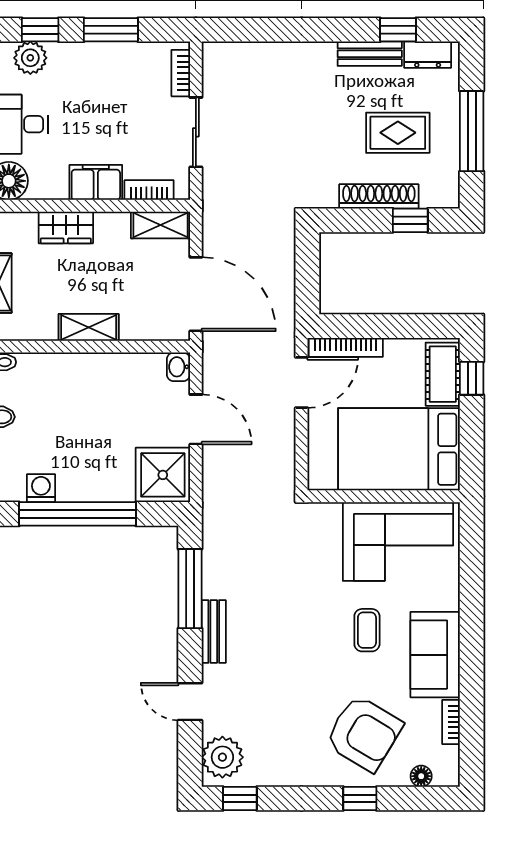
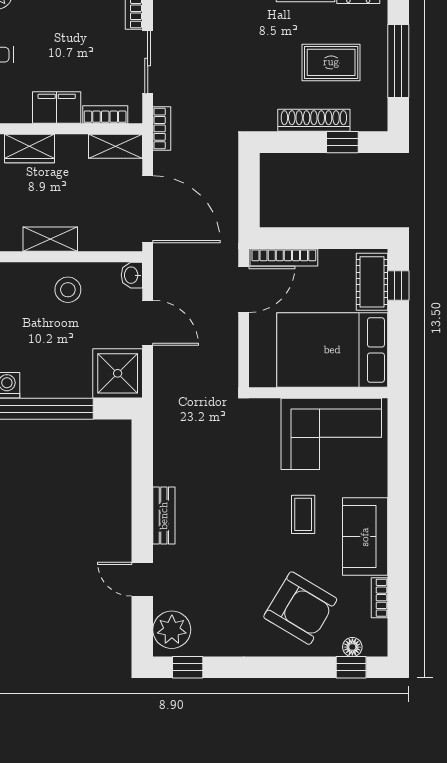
bookcase: (211, 205) -> (162, 128), added
stool: (108, 383) -> (68, 290), added
window: (190, 589) -> (142, 477), removed
window: (360, 798) -> (351, 667), moved

